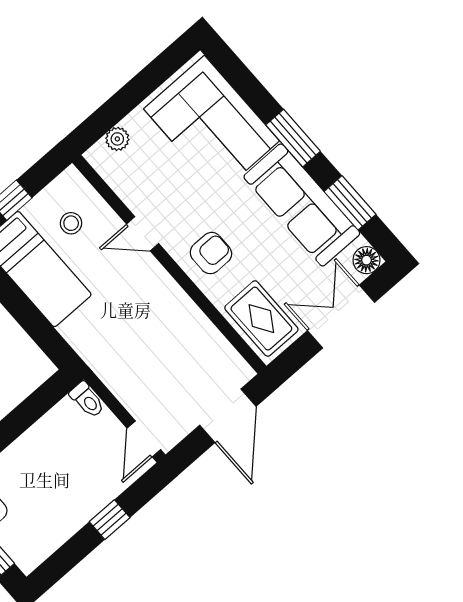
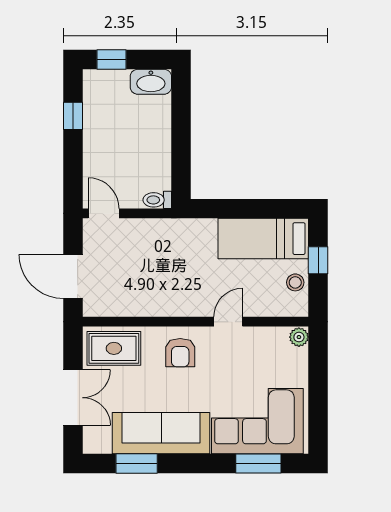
window: (293, 138) -> (258, 463), moved
plant: (117, 139) -> (299, 337), moved
stool: (71, 223) -> (295, 282), moved
floor lamp: (367, 260) -> (93, 443), removed
window: (110, 520) -> (73, 116), moved

